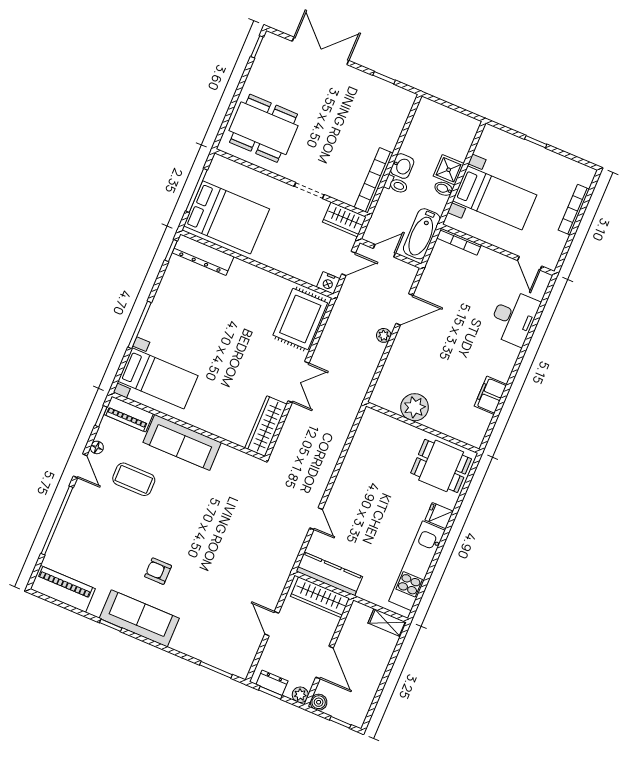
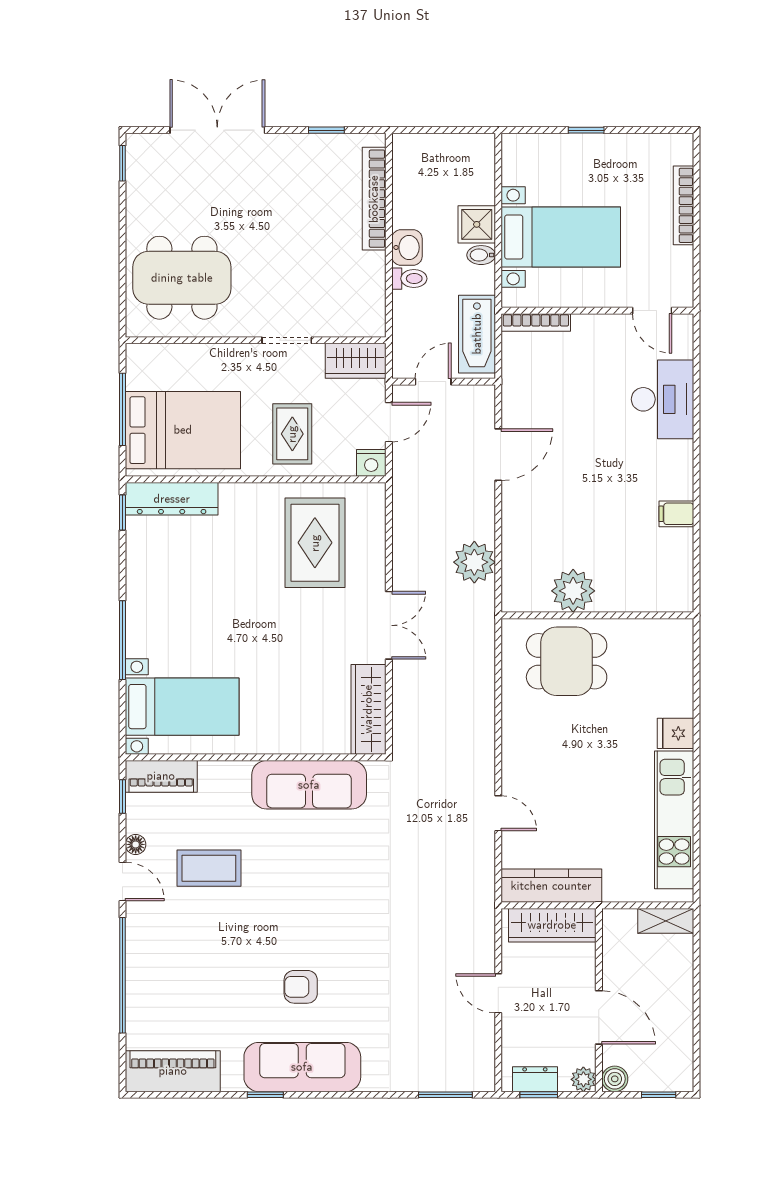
bookcase: (374, 180) -> (374, 199), moved
rug: (289, 247) -> (292, 434), added
rug: (300, 319) -> (315, 543), moved
plant: (384, 335) -> (474, 562), moved, width x1.88, depth x1.88
filing cabinet: (491, 395) -> (676, 514), width x0.50
sofa: (182, 442) -> (309, 785), moved
dining table: (441, 466) -> (567, 661), moved

